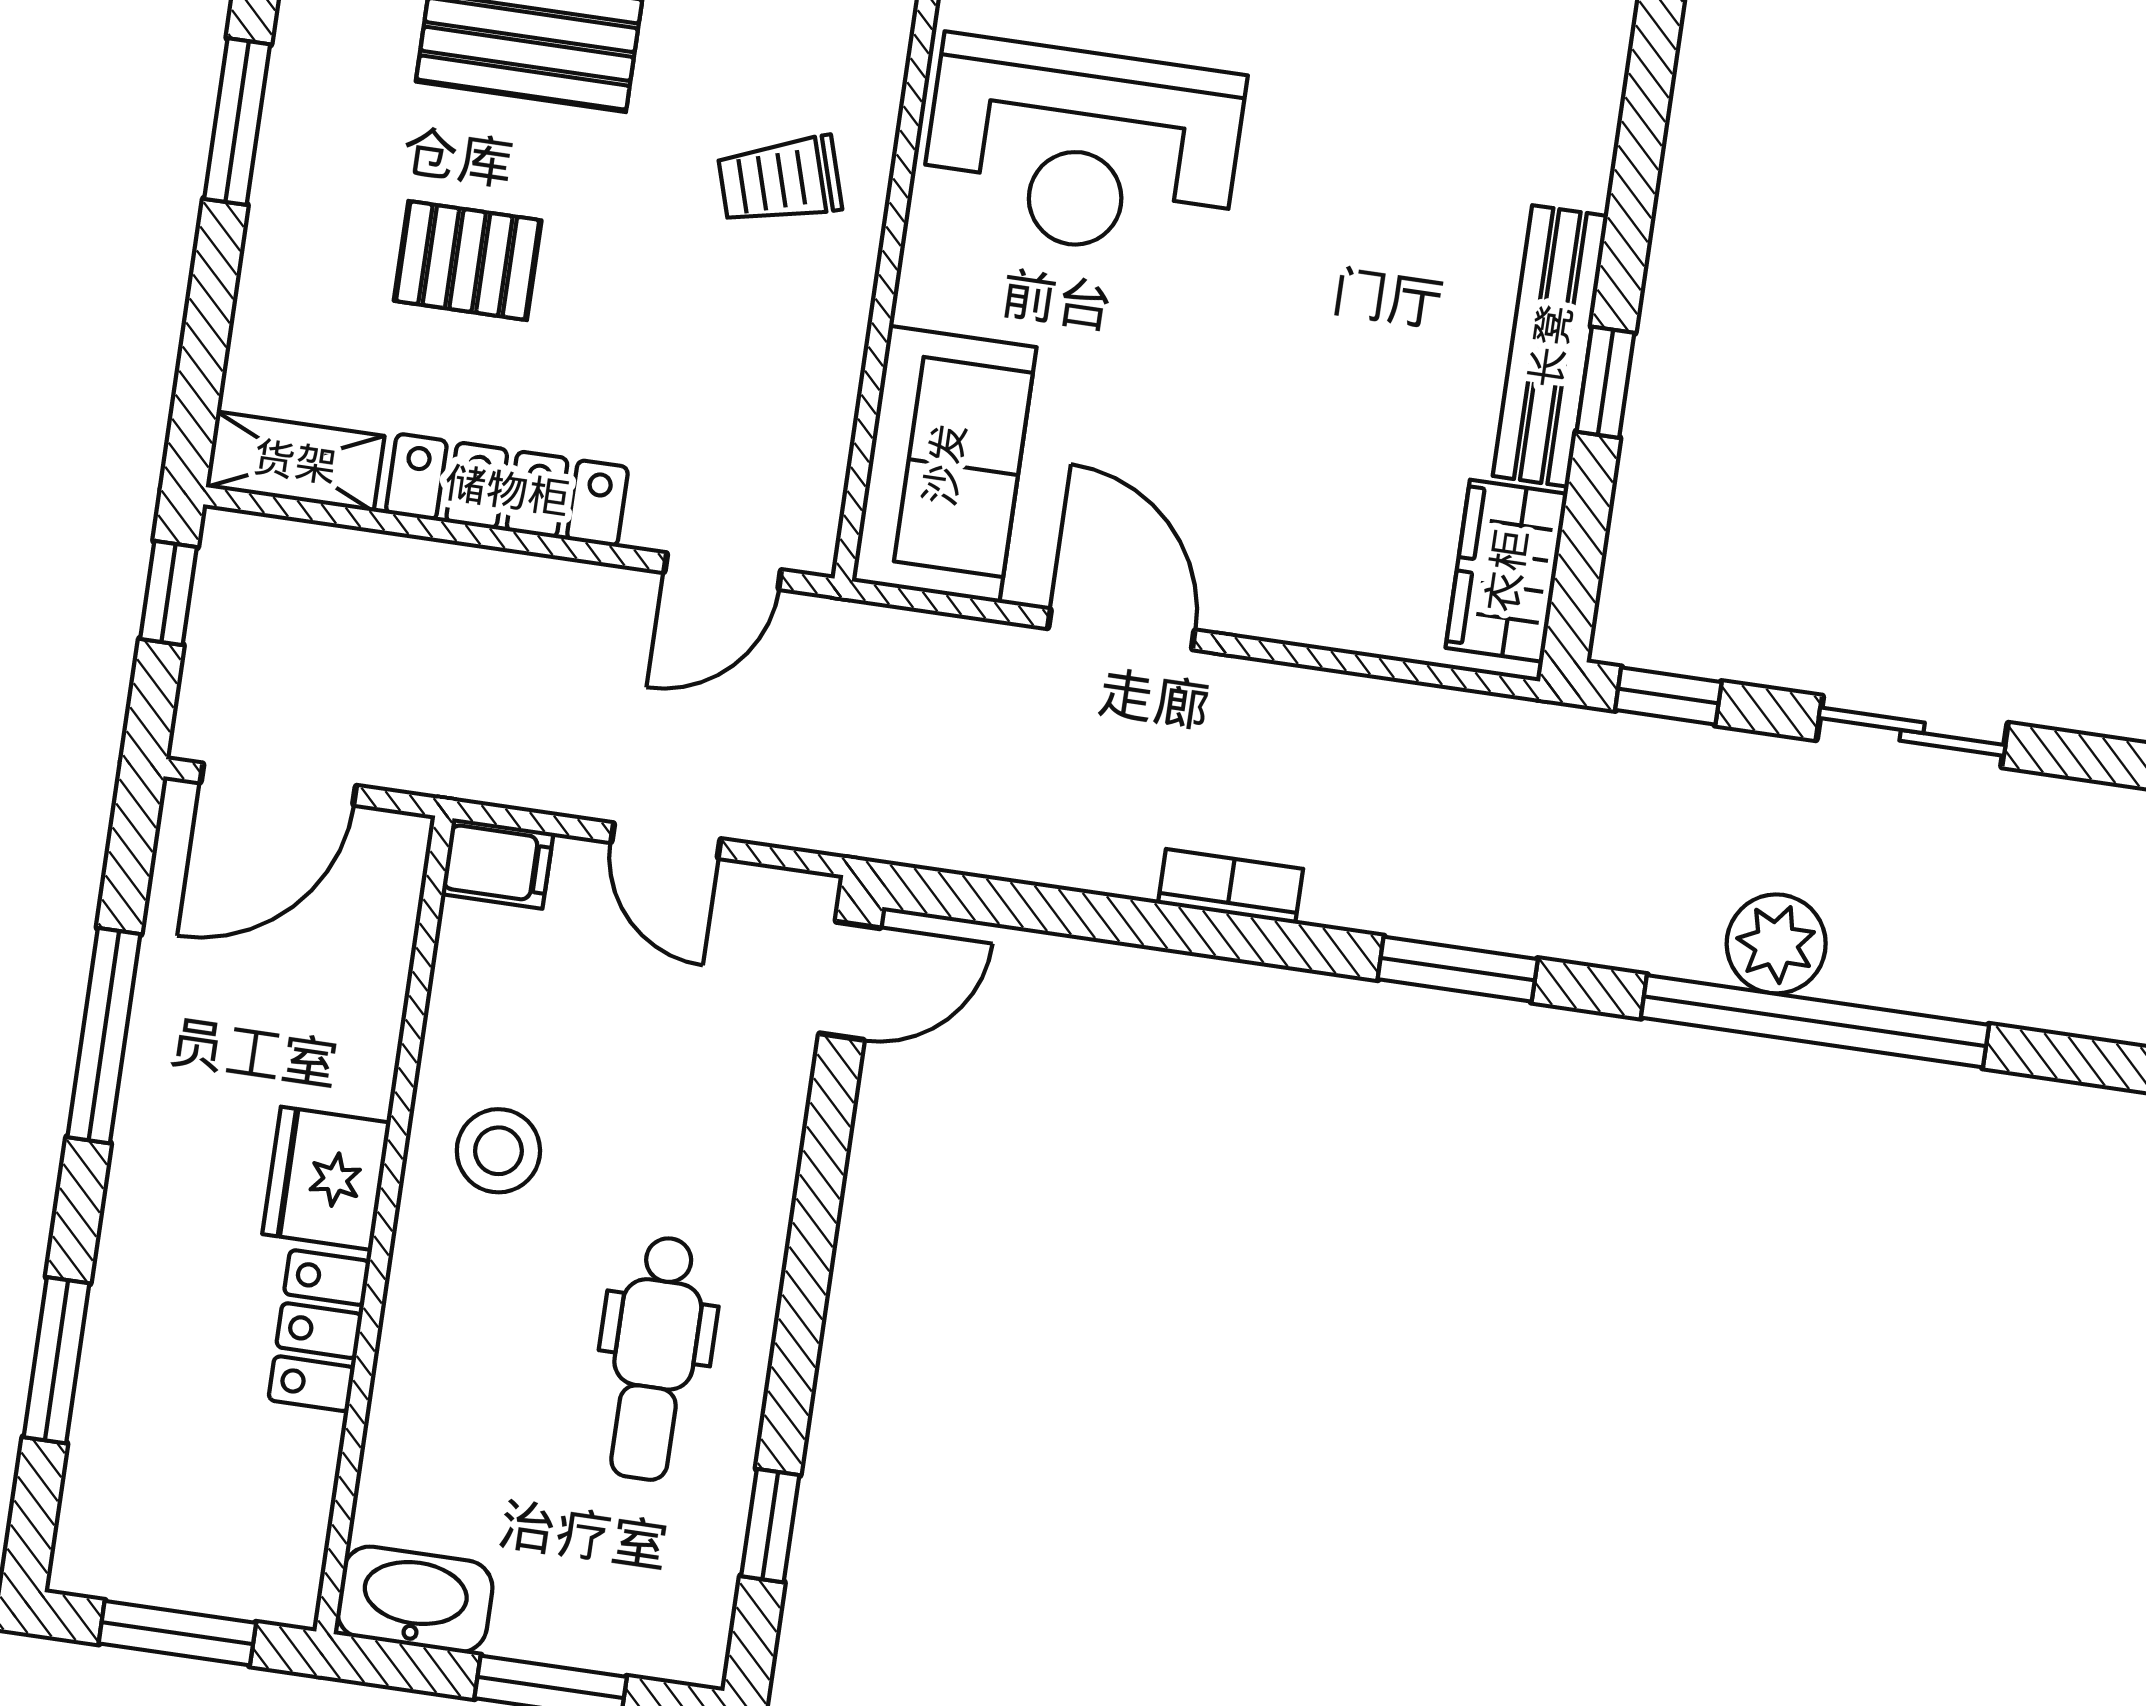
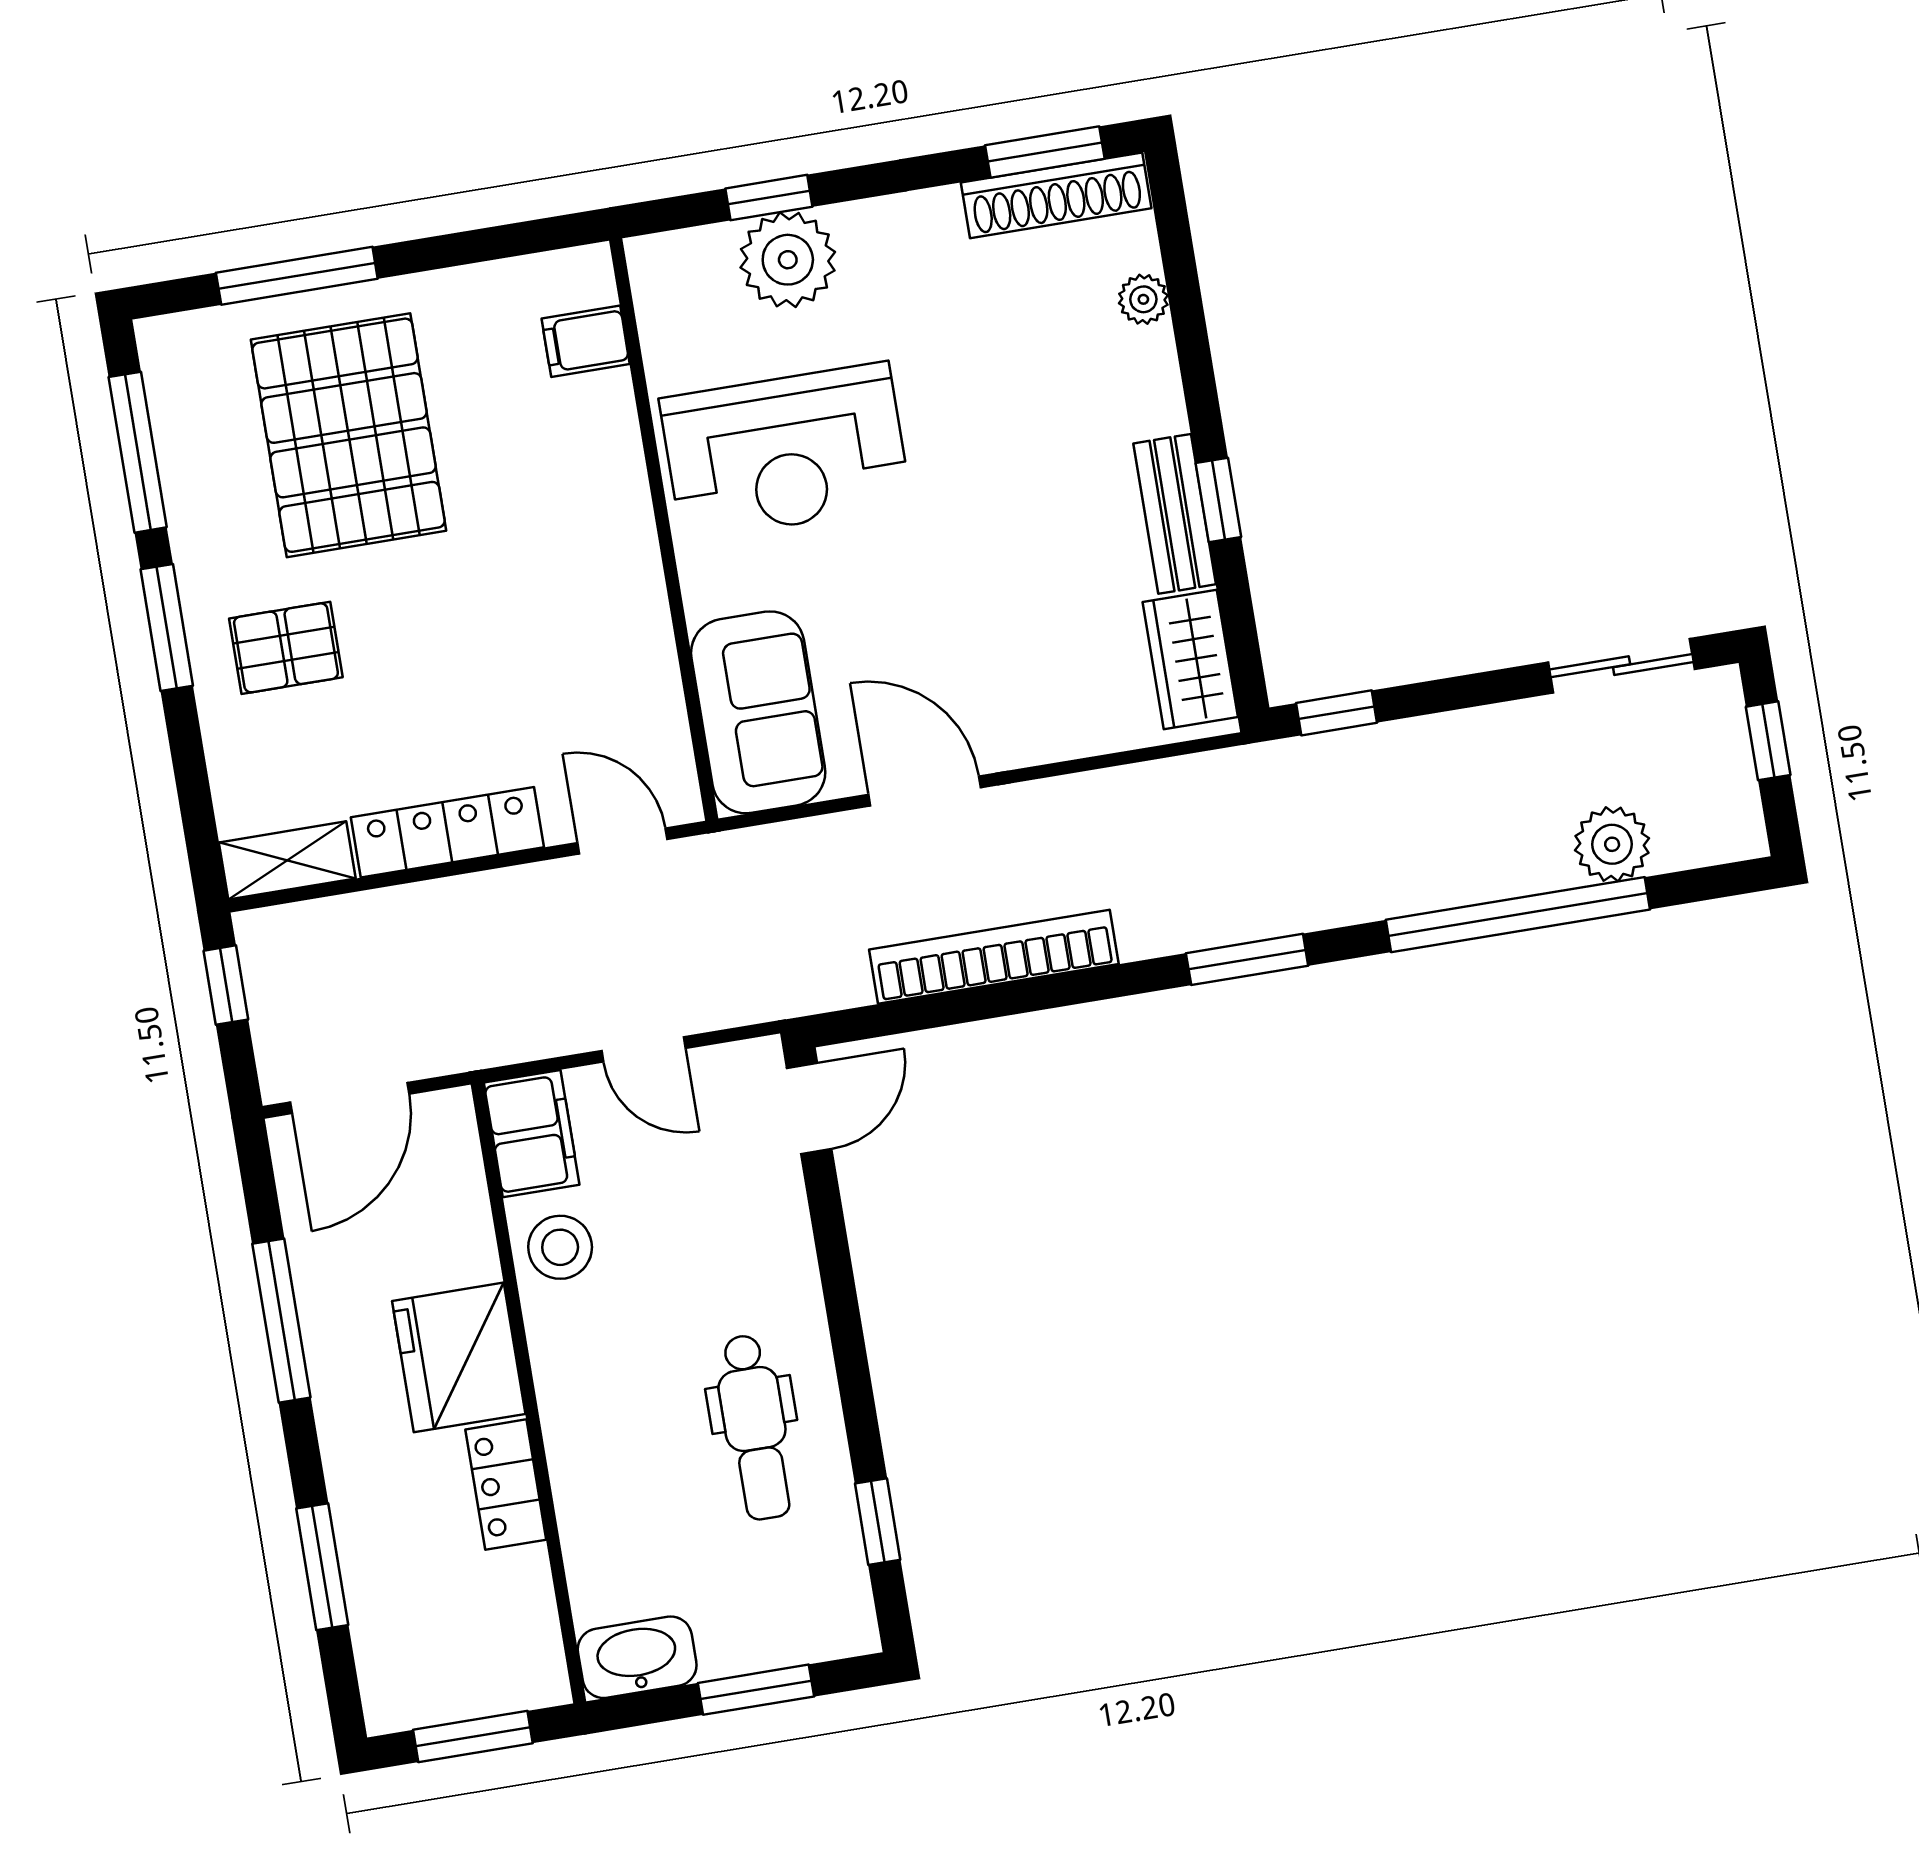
plant: (1592, 101) -> (1143, 299), added
trolley: (780, 180) -> (573, 545), removed
pallet: (468, 261) -> (286, 648), moved
bench: (1550, 346) -> (1175, 514), width x0.73
door: (723, 571) -> (622, 841), swing flipped
sliding door: (1912, 732) -> (1622, 666), moved
filing cabinet: (497, 863) -> (532, 1134), width x2.00
bookcase: (1231, 886) -> (994, 957), width x2.31, depth x1.31
plant: (1776, 944) -> (1612, 844), moved
stool: (498, 1151) -> (560, 1247), moved
fridge: (326, 1178) -> (459, 1357), width x1.36, depth x1.34

